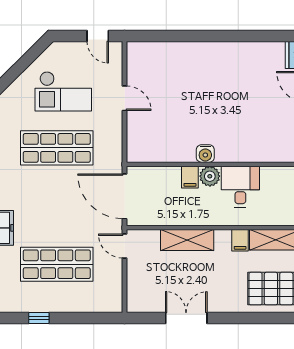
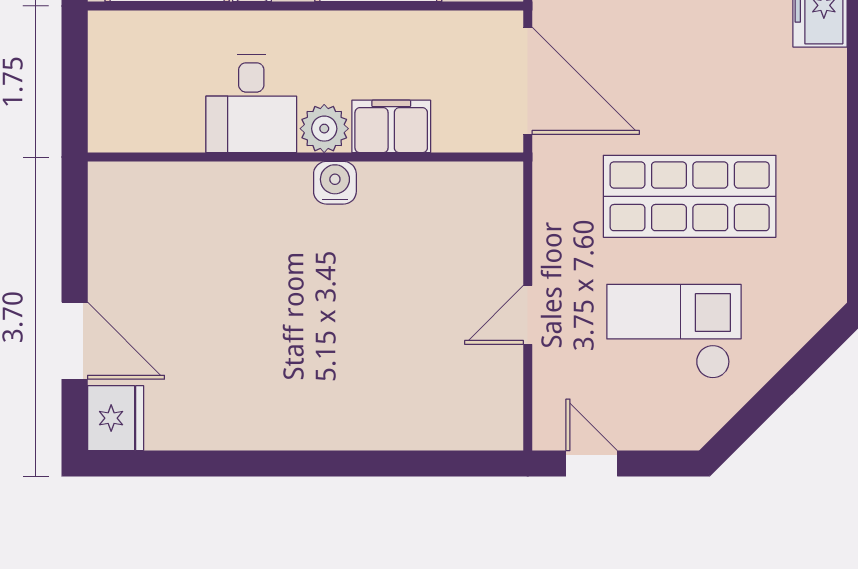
door: (125, 98) -> (528, 315), hinge flipped
filing cabinet: (190, 177) -> (391, 126), width x2.00

